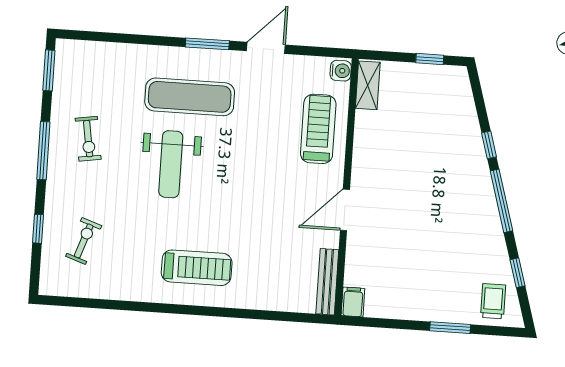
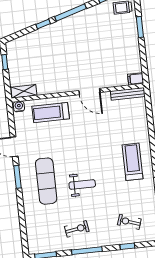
weight bench: (171, 164) -> (82, 184), width x0.73, depth x0.75

